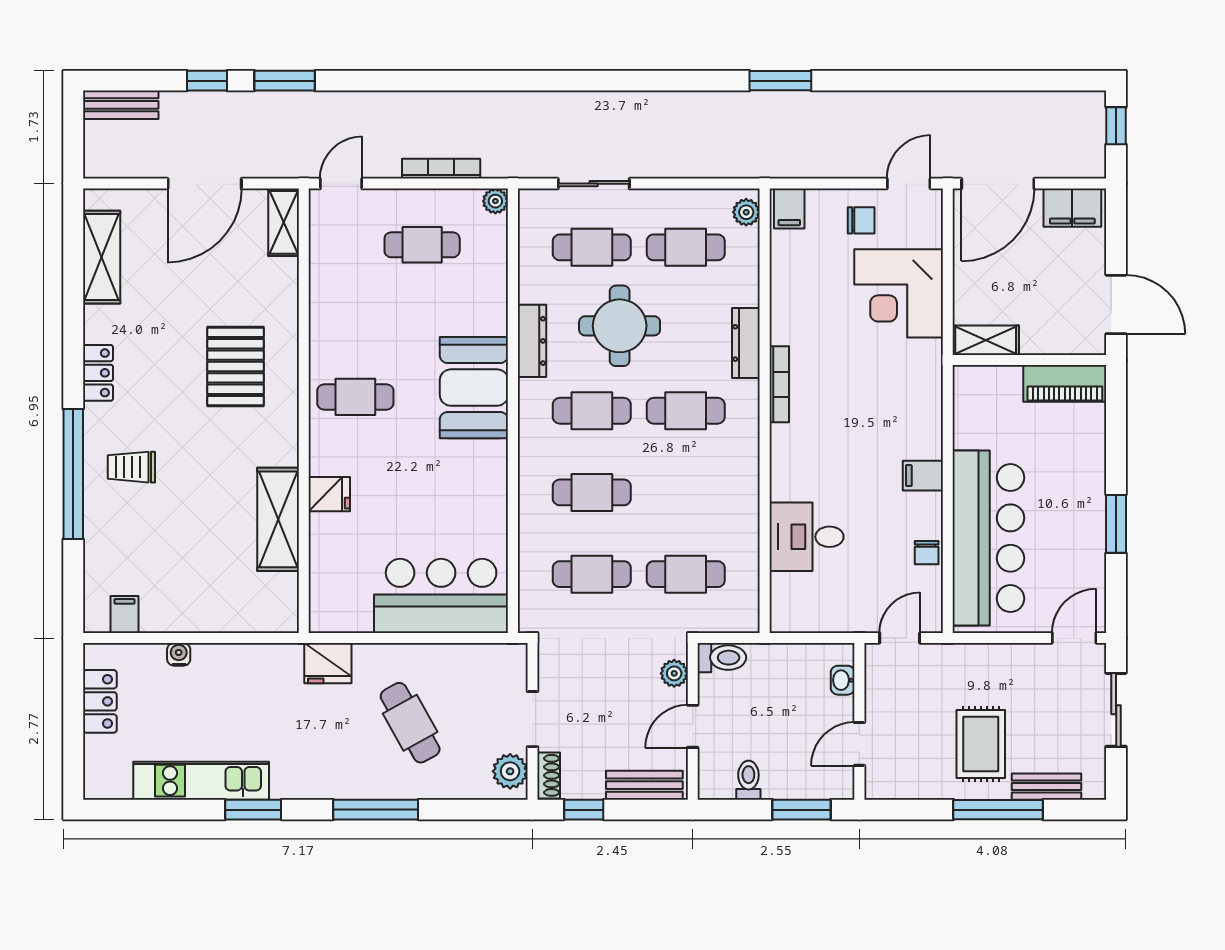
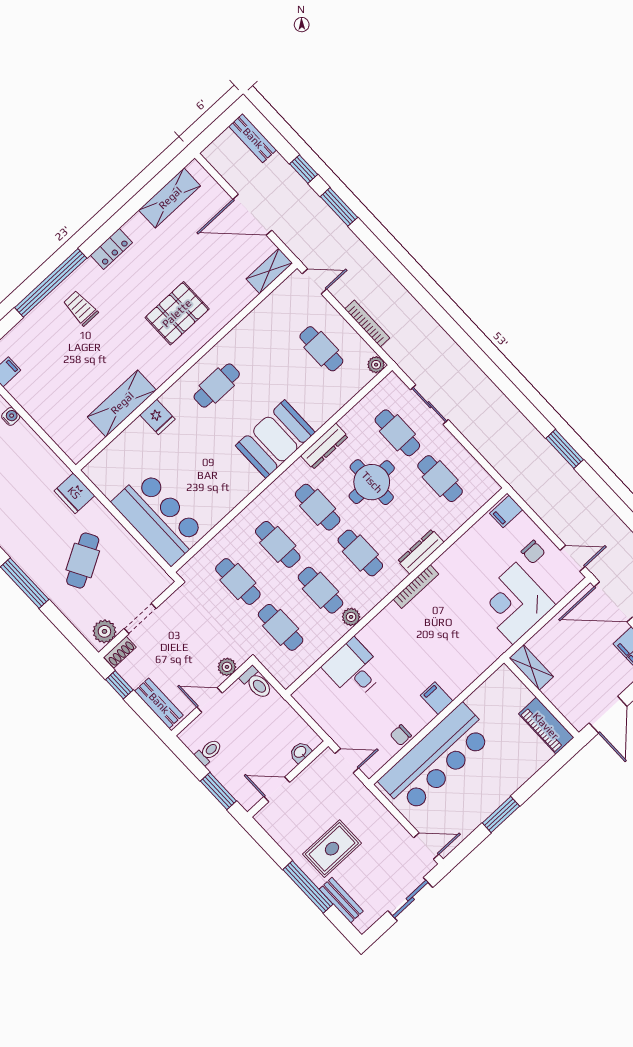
plant: (746, 212) -> (351, 617), moved
cafe table: (355, 397) -> (217, 386), turned 90
cafe table: (686, 492) -> (320, 590), added

